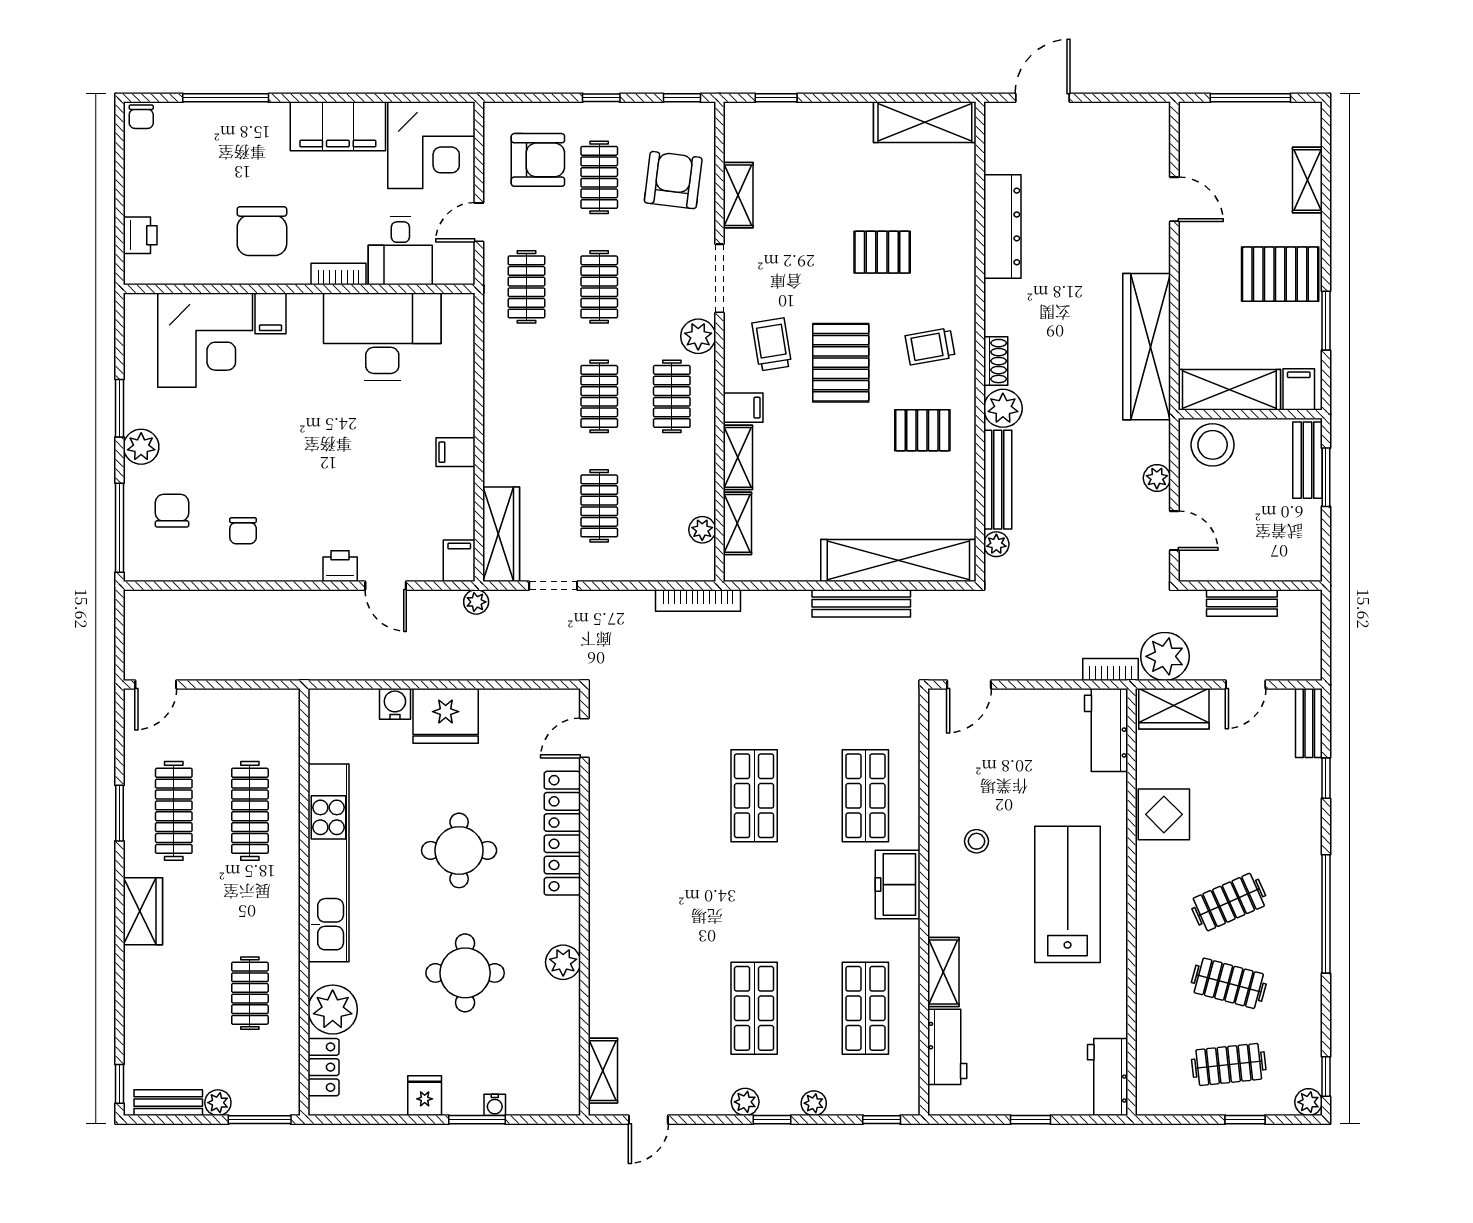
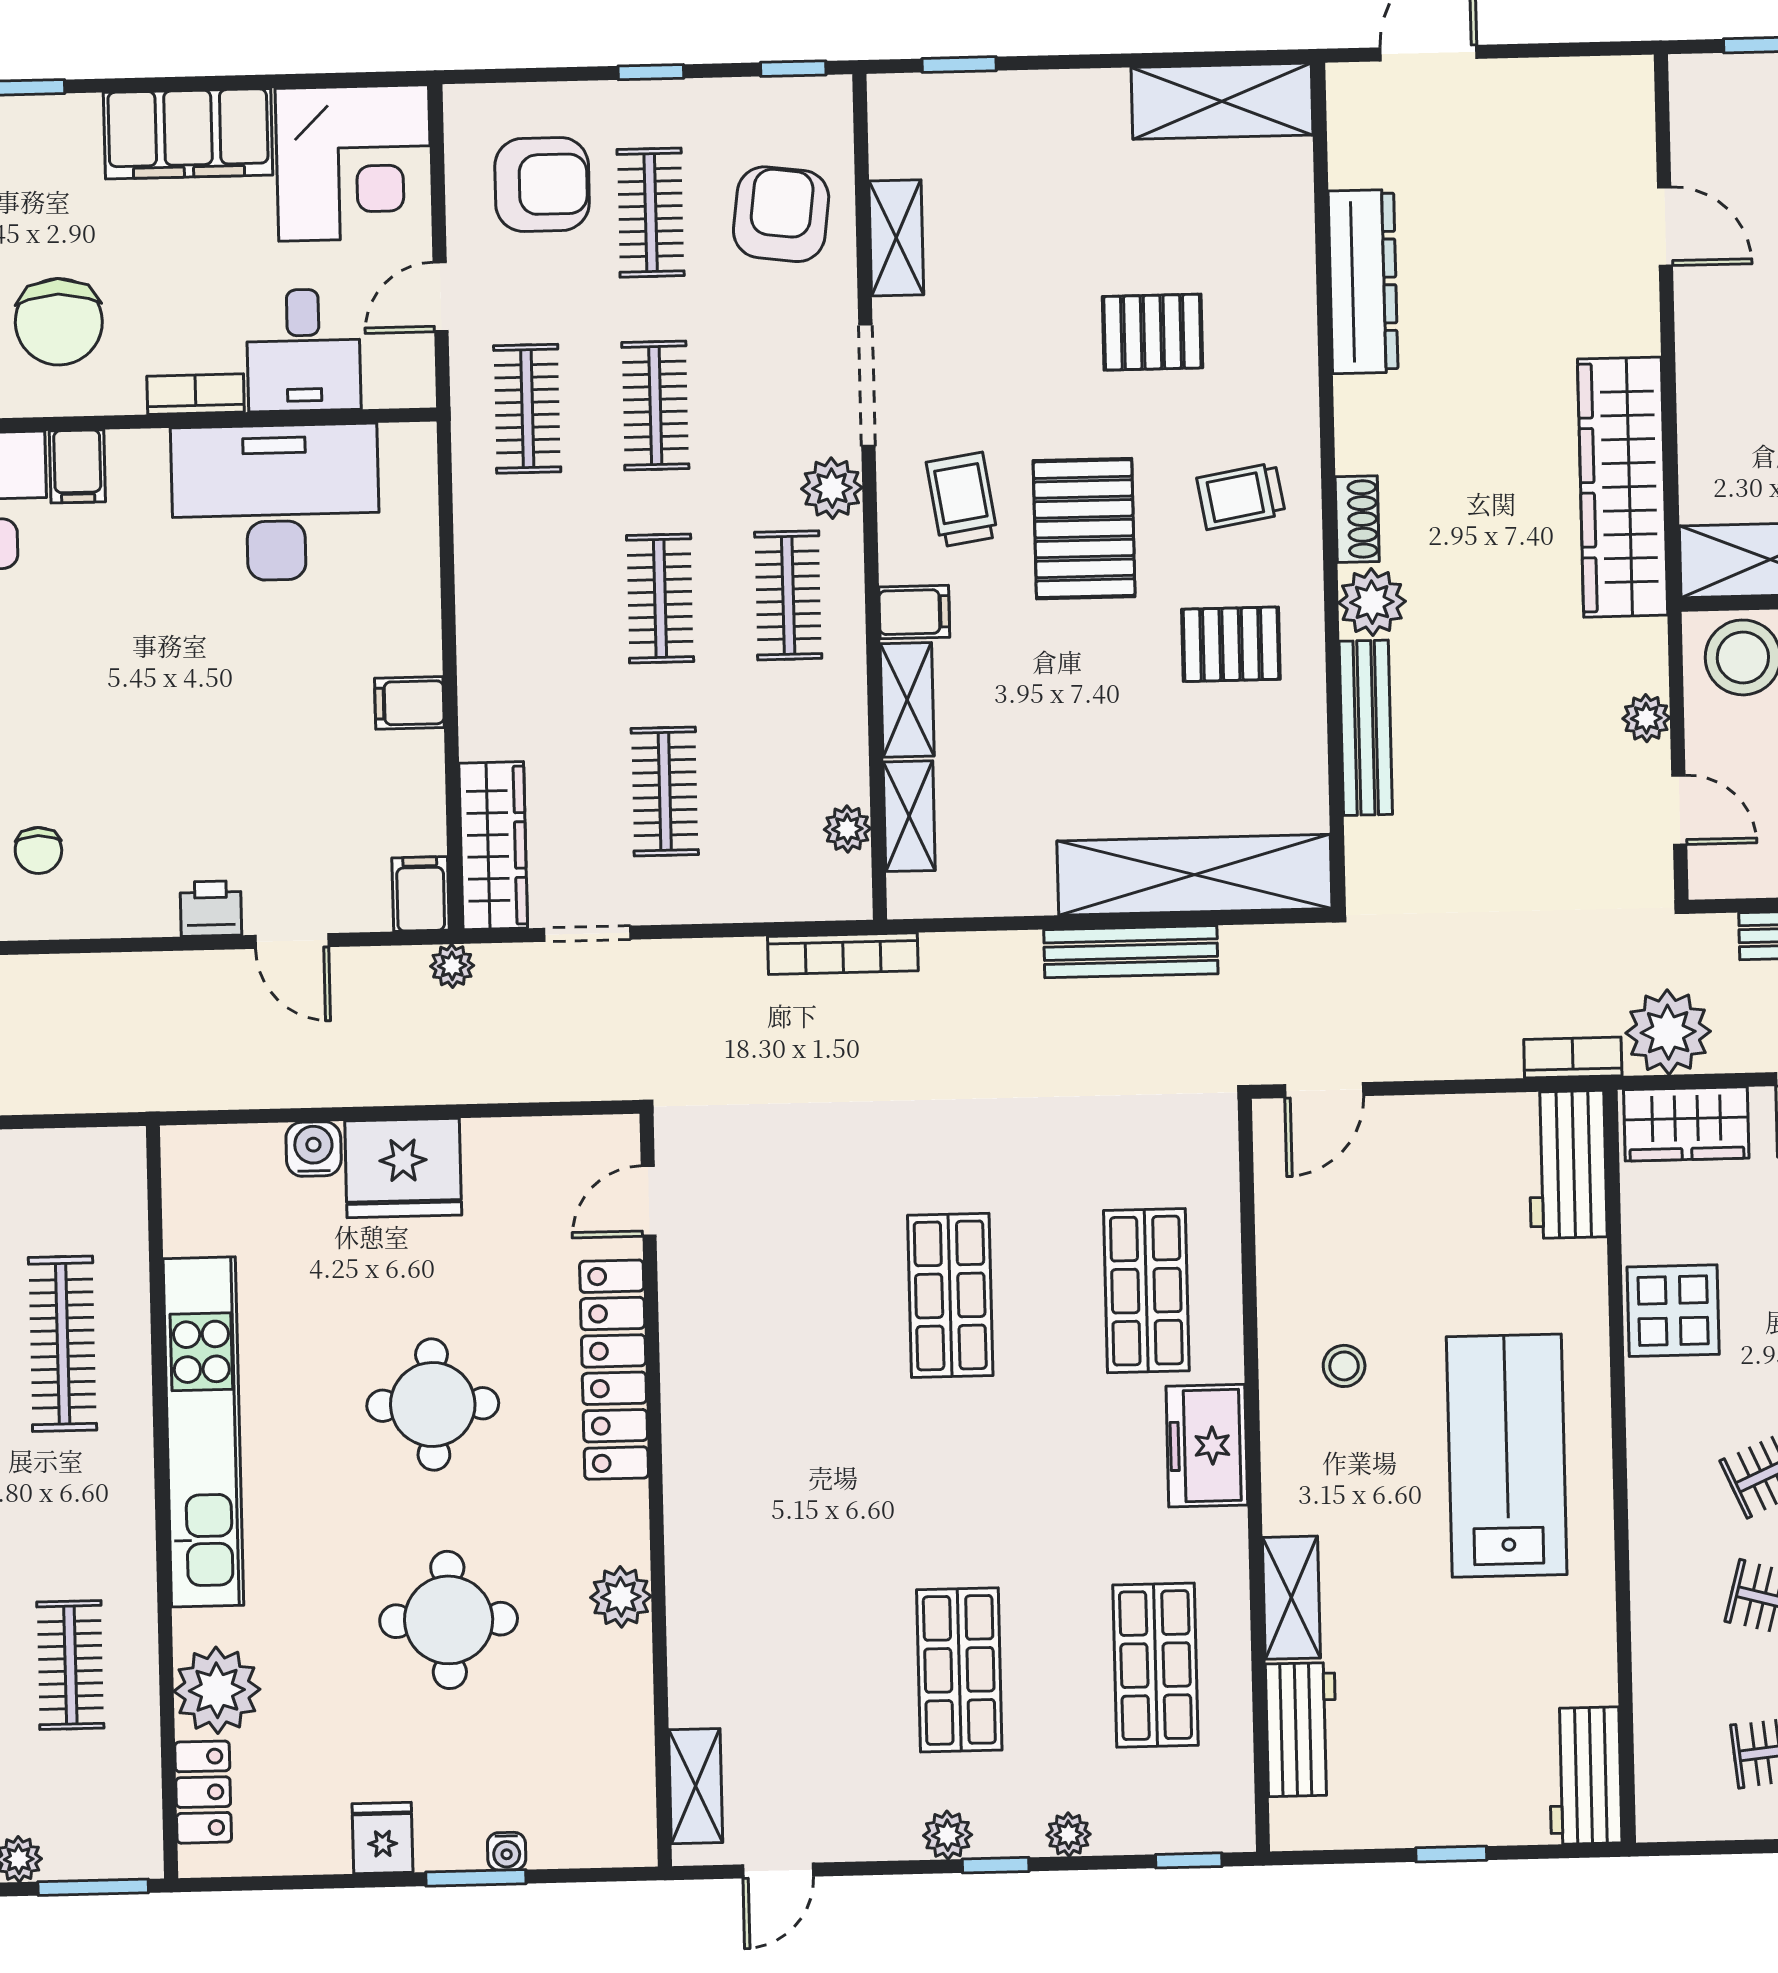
plant: (996, 544) -> (1366, 842), removed

